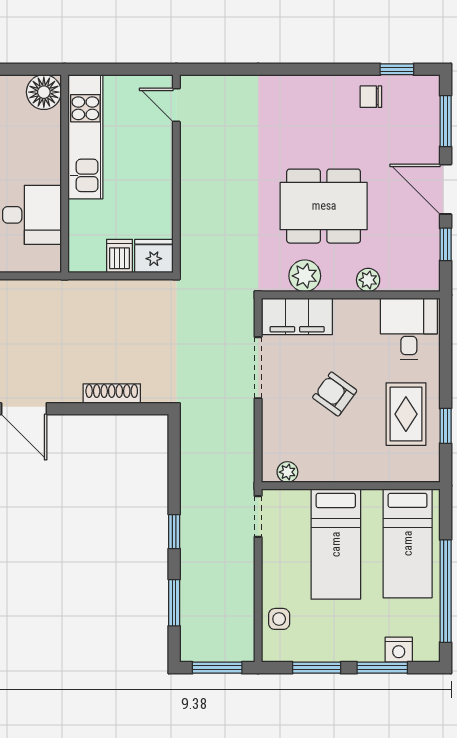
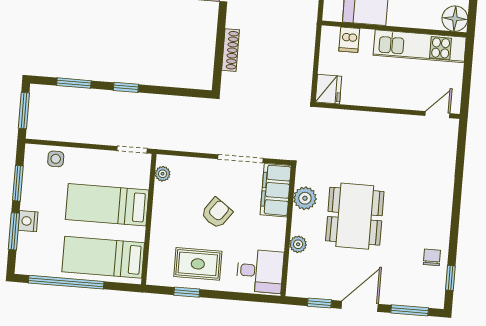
dishwasher: (120, 256) -> (349, 40), moved, turned 90
nightstand: (399, 650) -> (28, 221), moved

